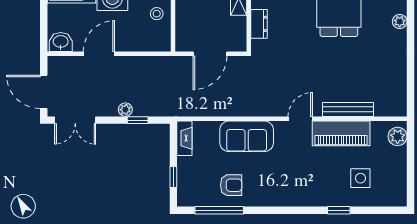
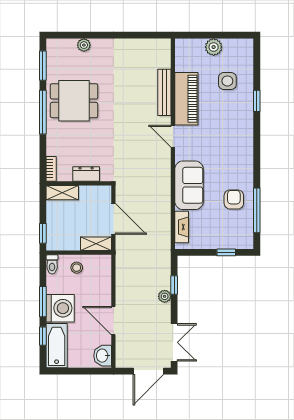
shelving: (183, 35) -> (96, 244), added
plant: (398, 136) -> (214, 47), moved
fireplace: (184, 138) -> (182, 227), moved, turned 90

